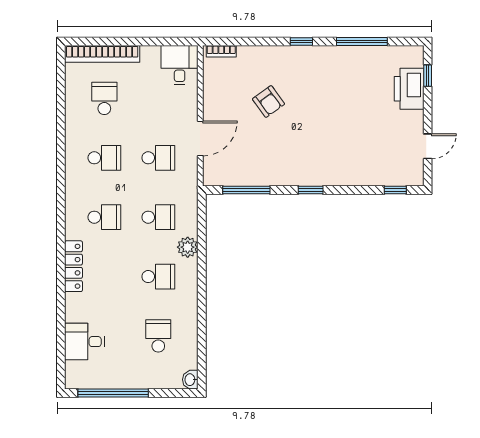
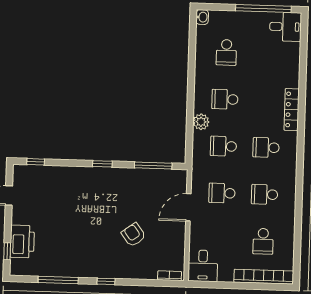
desk: (84, 342) -> (286, 27), moved

